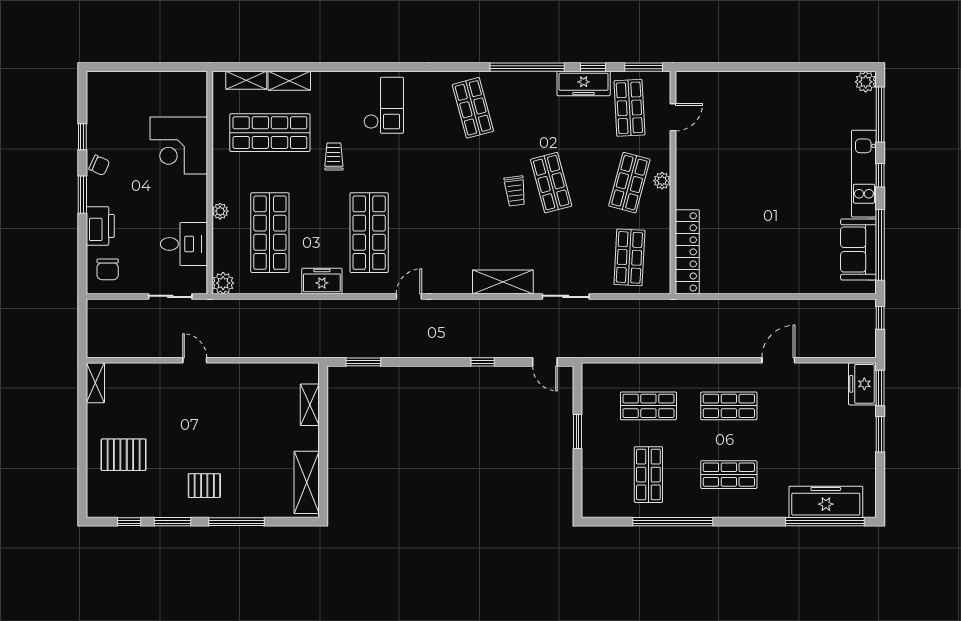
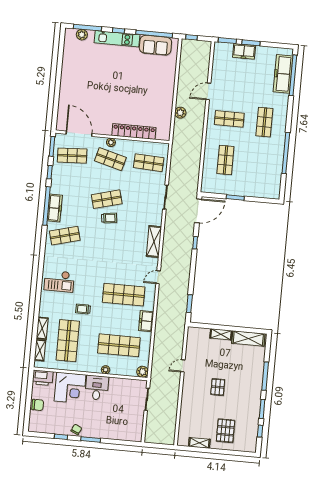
plant: (866, 82) -> (82, 35), moved
freezer: (584, 83) -> (55, 208), moved
checkout: (384, 105) -> (59, 281), turned 180
door: (673, 117) -> (79, 134), width x1.88
printer: (100, 226) -> (43, 378), moved, turned 180
desk: (184, 244) -> (97, 388), moved
locker: (687, 252) -> (134, 131), moved
chair: (108, 269) -> (38, 405), moved
shelving: (503, 282) -> (154, 242), moved
door: (409, 296) -> (158, 277), hinge flipped
plant: (732, 310) -> (180, 113), added
door: (195, 360) -> (183, 366), moved
door: (778, 360) -> (208, 91), hinge flipped
door: (545, 362) -> (198, 211), width x1.88
shelving: (95, 383) -> (199, 443), moved
freezer: (862, 384) -> (244, 51), moved
shelving: (310, 405) -> (221, 334), moved
shop shelf: (729, 406) -> (229, 119), turned 90
shop shelf: (648, 475) -> (261, 163), removed
pallet: (204, 486) -> (218, 387), moved

